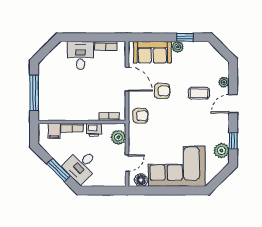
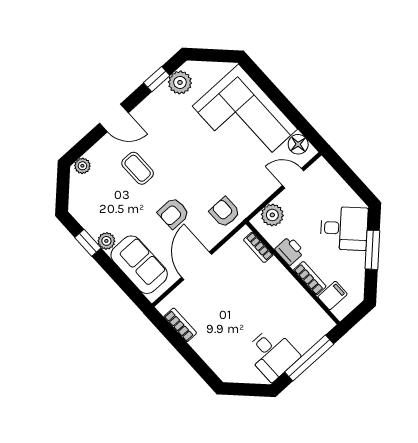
desk: (80, 55) -> (272, 354), moved, turned -90
plant: (224, 82) -> (82, 166), moved
armchair: (162, 91) -> (173, 213), turned -90

